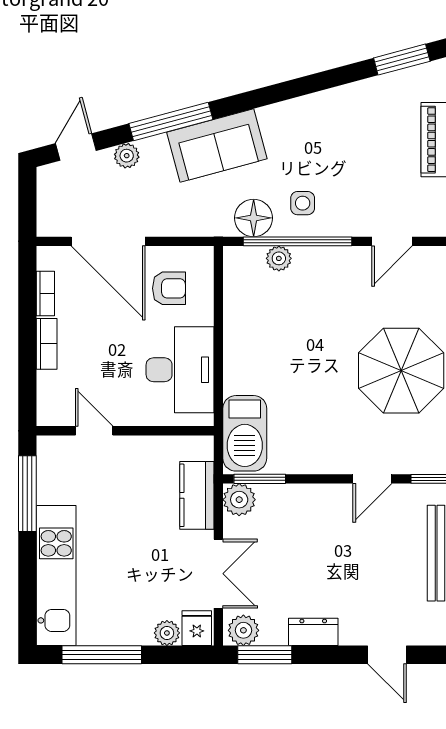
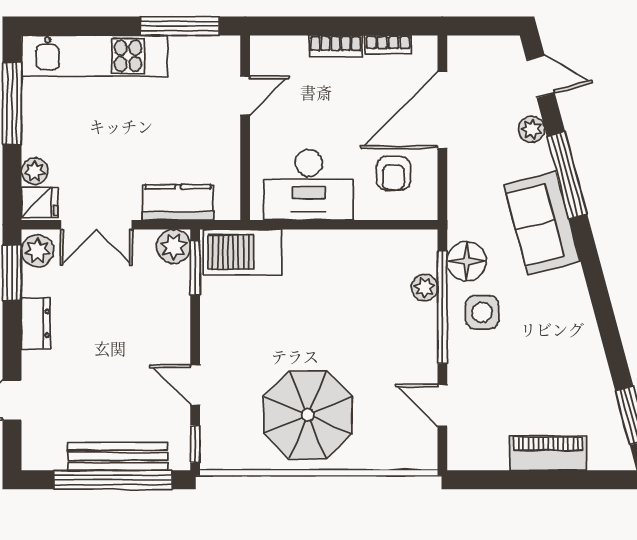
side table: (303, 203) -> (482, 312), width x1.37, depth x1.37

